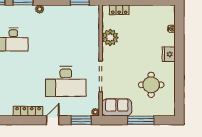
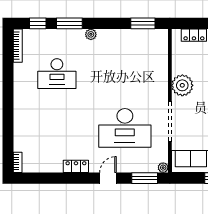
plant: (110, 37) -> (182, 85), moved
locker: (28, 111) -> (76, 166), width x0.66

